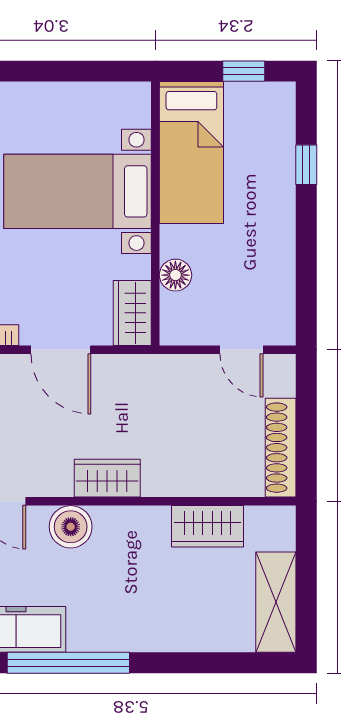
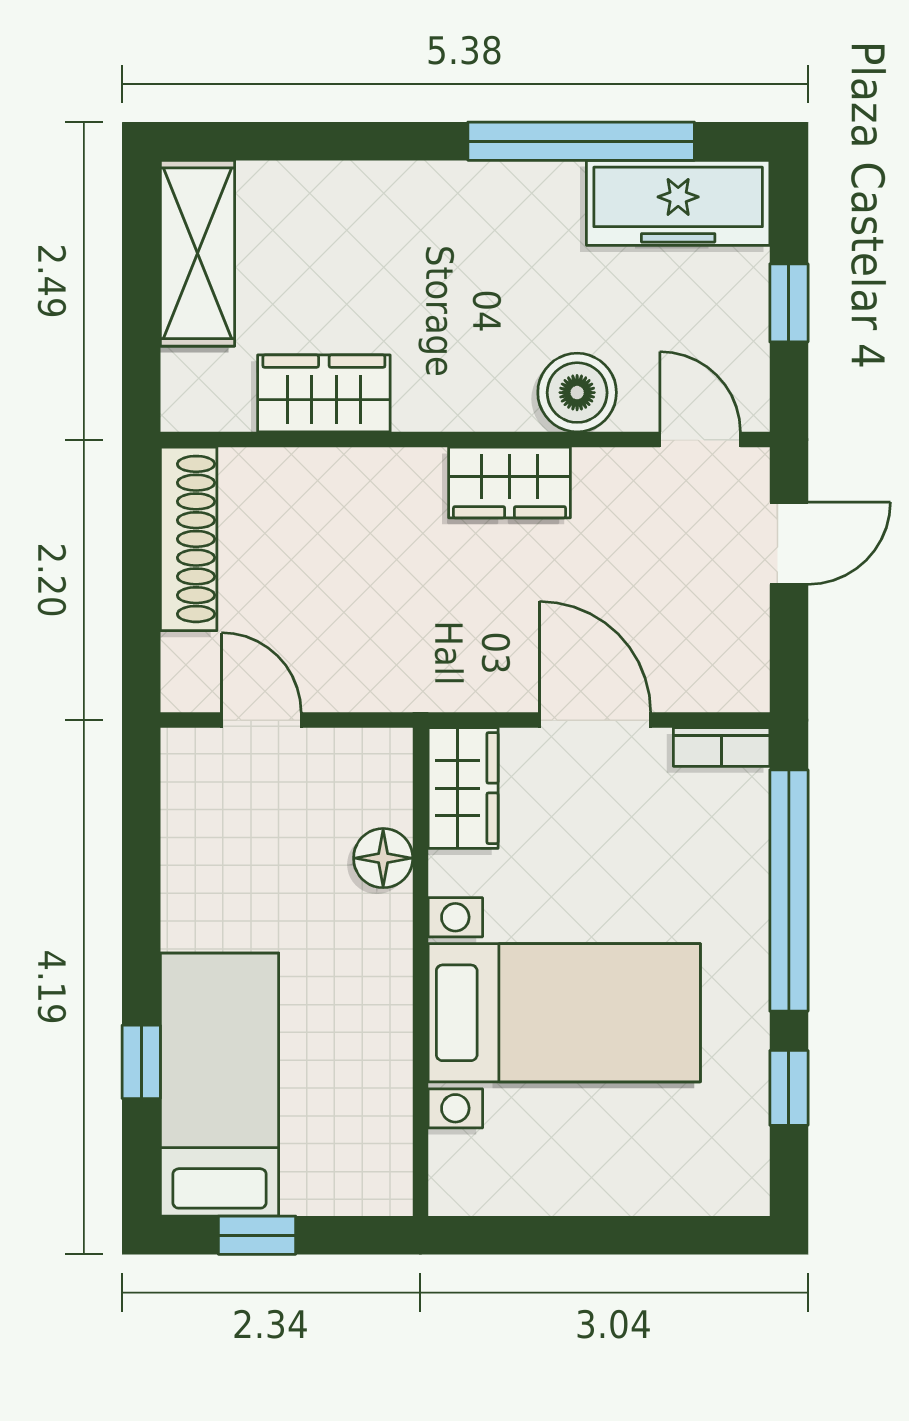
bed: (191, 153) -> (220, 1085), moved

